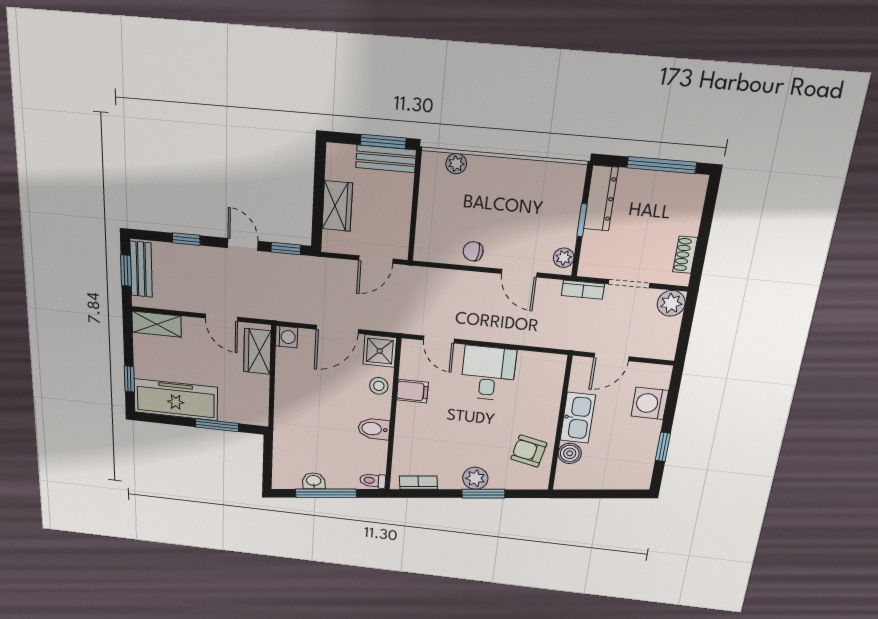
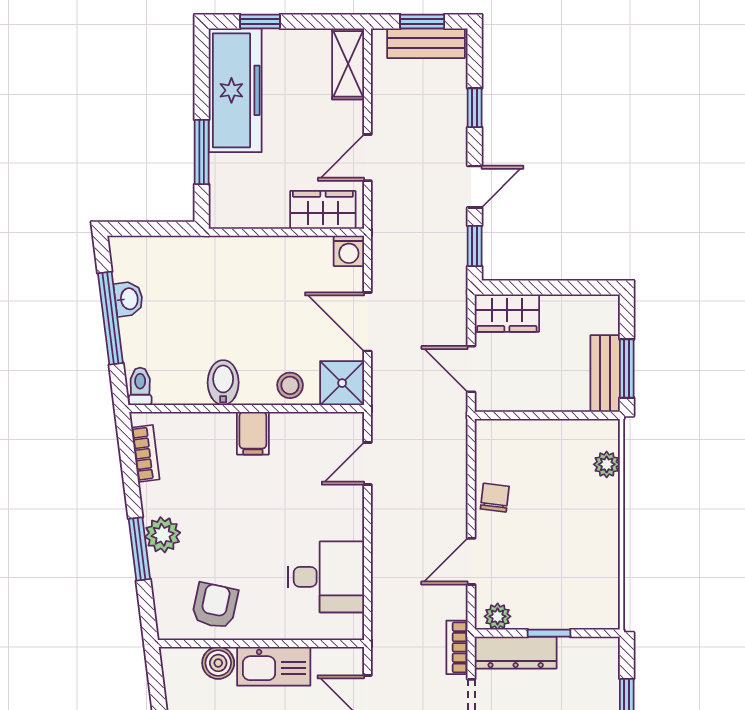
dresser: (601, 198) -> (516, 653), moved
wardrobe: (337, 206) -> (507, 313), moved
desk: (488, 373) -> (326, 577), moved
filing cabinet: (412, 391) -> (253, 433), moved

